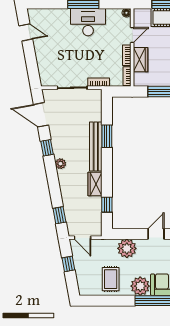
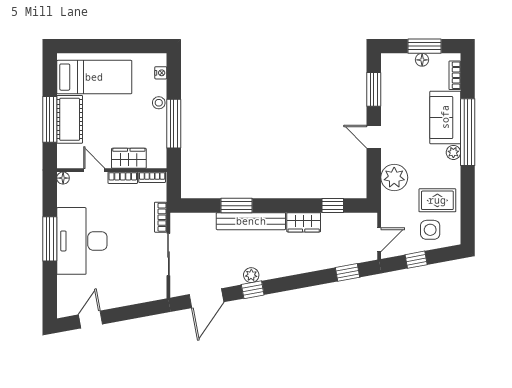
desk: (88, 22) -> (82, 241), width x1.36, depth x1.30
plant: (60, 164) -> (251, 275), moved
side table: (90, 274) -> (430, 230), added
plant: (140, 286) -> (453, 152), width x0.53, depth x0.53

